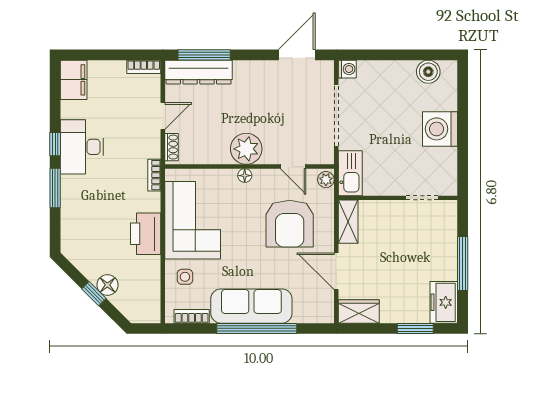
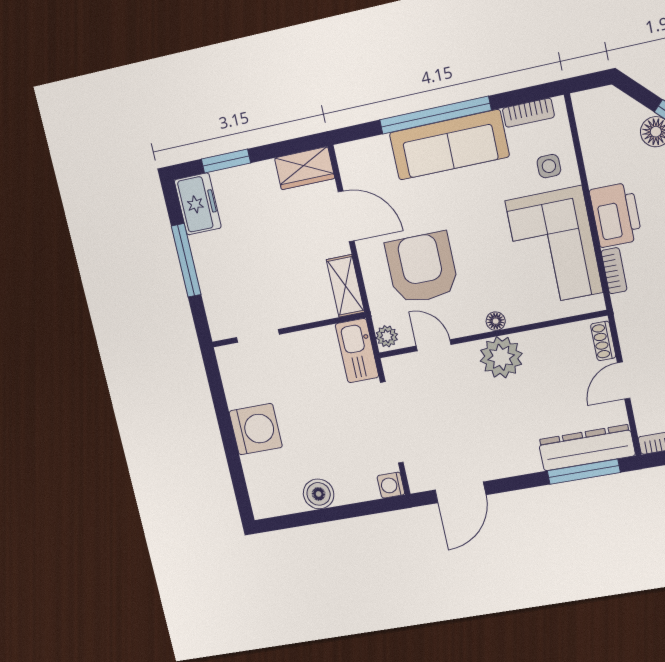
boiler: (428, 72) -> (319, 494), moved
bookcase: (154, 175) -> (614, 271), moved

